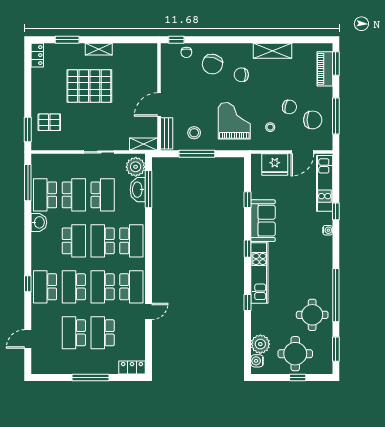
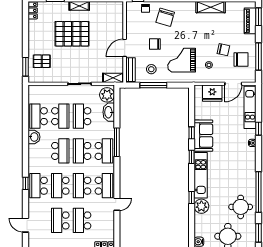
chair: (241, 75) -> (155, 44), moved
grand piano: (234, 121) -> (182, 60), turned -90
window: (28, 183) -> (26, 107), removed
window: (149, 189) -> (117, 142), moved
school desk: (103, 195) -> (82, 116), turned 180
window: (247, 200) -> (192, 133), moved
door: (28, 339) -> (26, 225), hinge flipped
plant: (260, 344) -> (201, 206), moved

